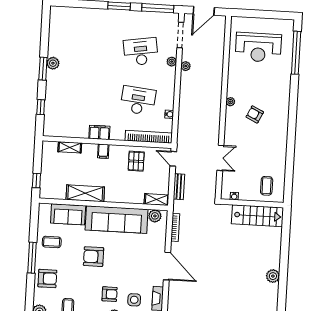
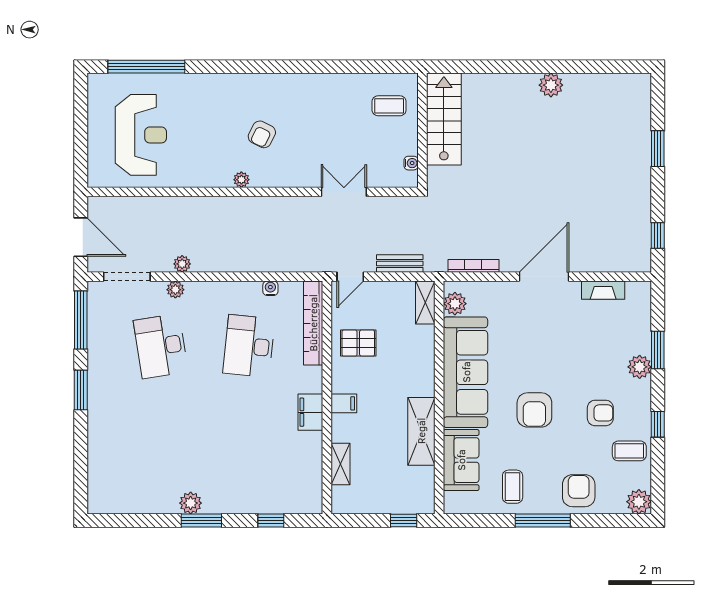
armchair: (110, 294) -> (600, 413), moved, turned 90
side table: (134, 300) -> (608, 332), removed

